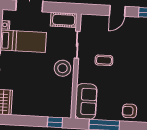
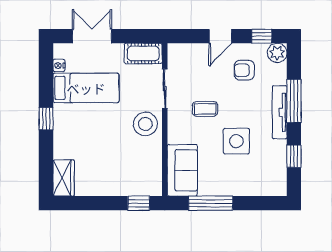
side table: (124, 84) -> (236, 141), added
armchair: (129, 111) -> (244, 70), moved

